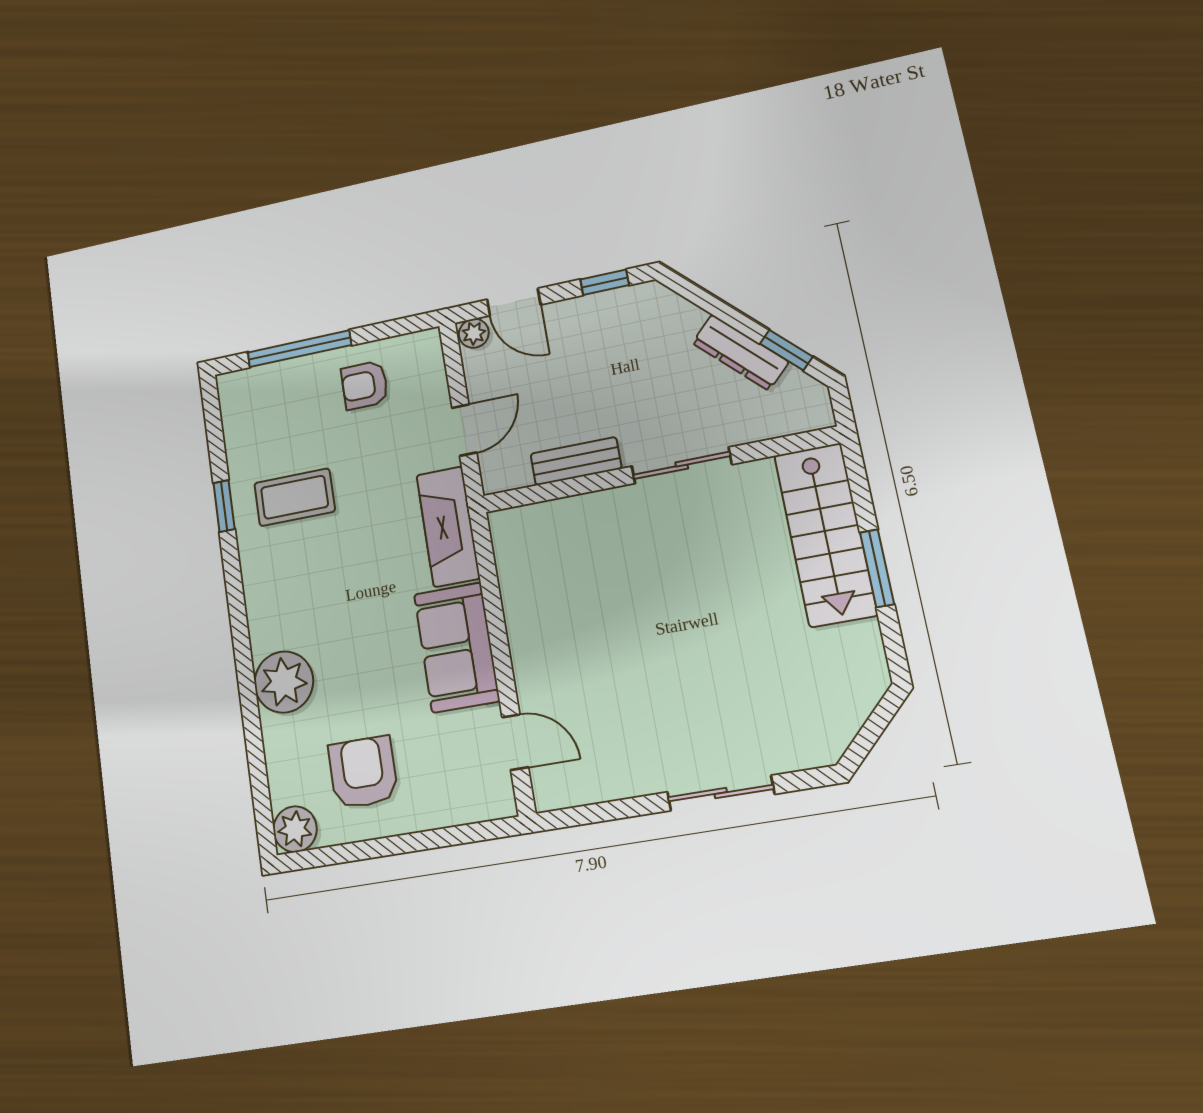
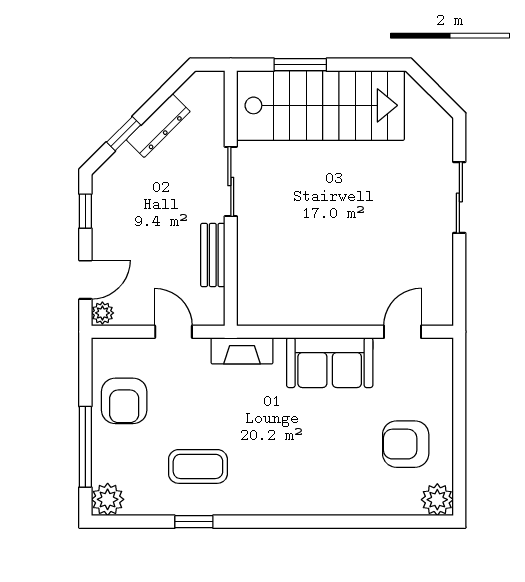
window: (786, 350) -> (124, 134), moved
armchair: (365, 385) -> (124, 401), width x1.38, depth x1.38
coffee table: (295, 497) -> (198, 466), turned 90
fireplace: (448, 527) -> (242, 351), width x0.73, depth x0.76
stairs: (825, 535) -> (321, 105), width x1.36, depth x1.51
window: (877, 568) -> (300, 65), moved
plant: (284, 682) -> (108, 499), moved, width x0.73, depth x0.73

